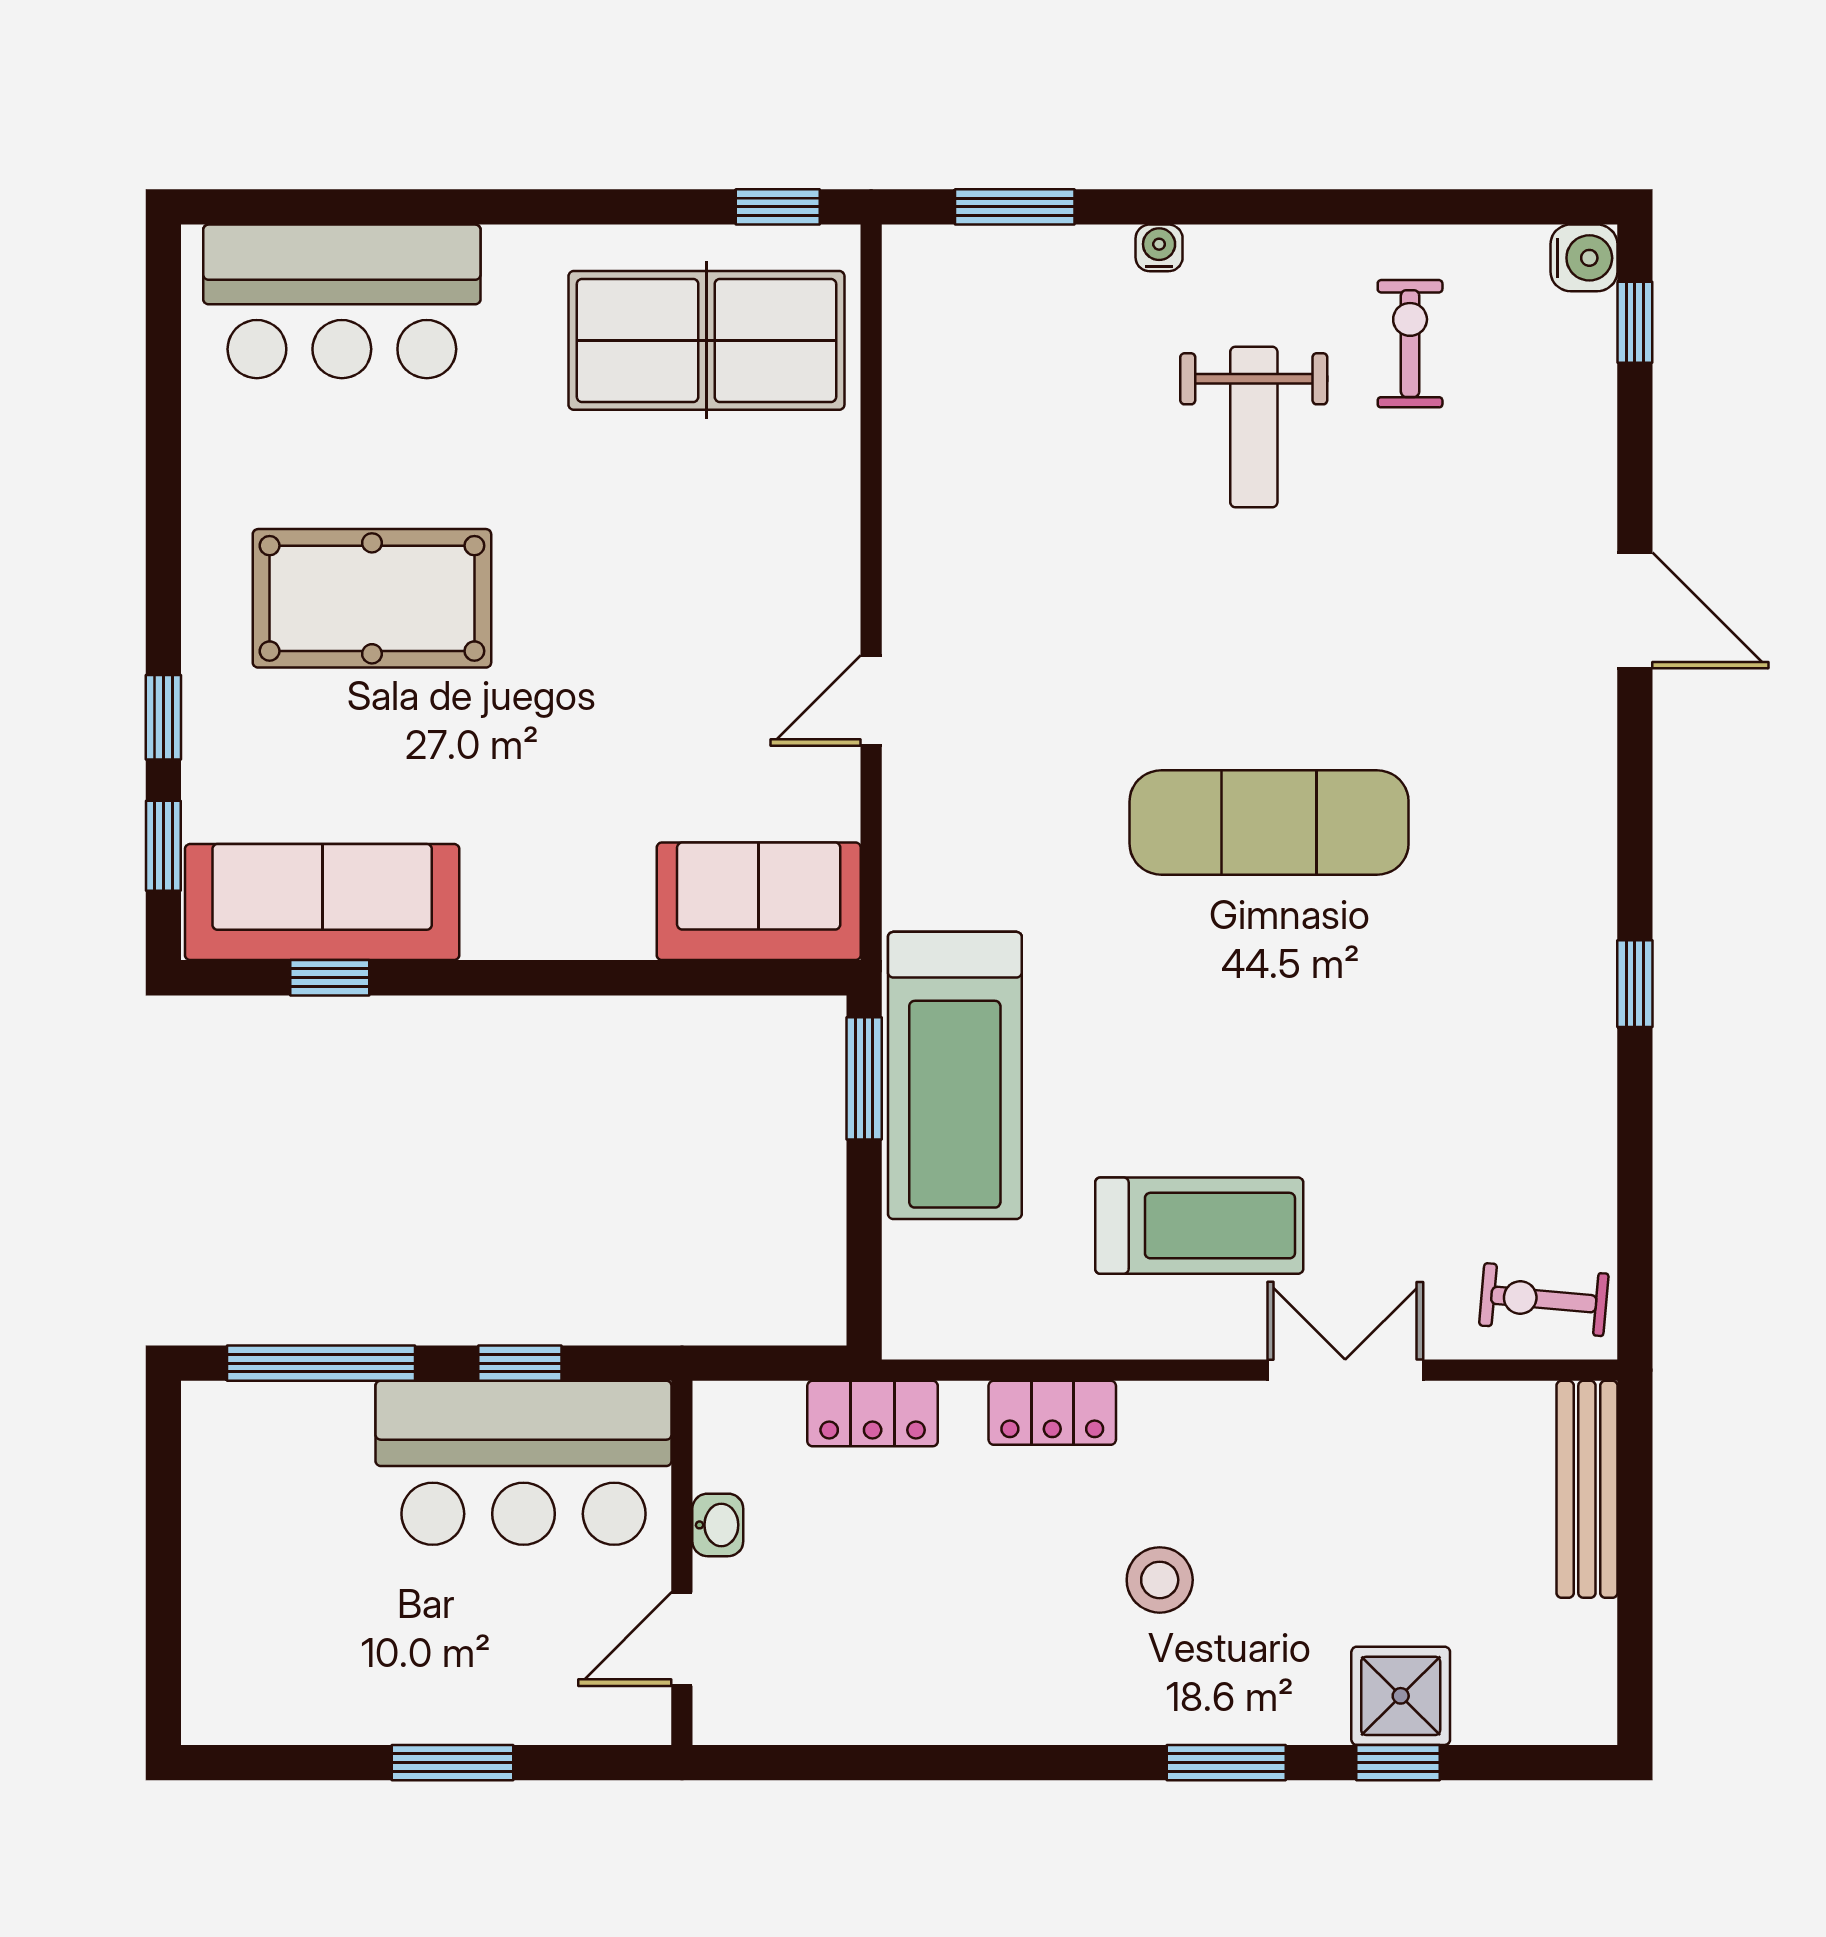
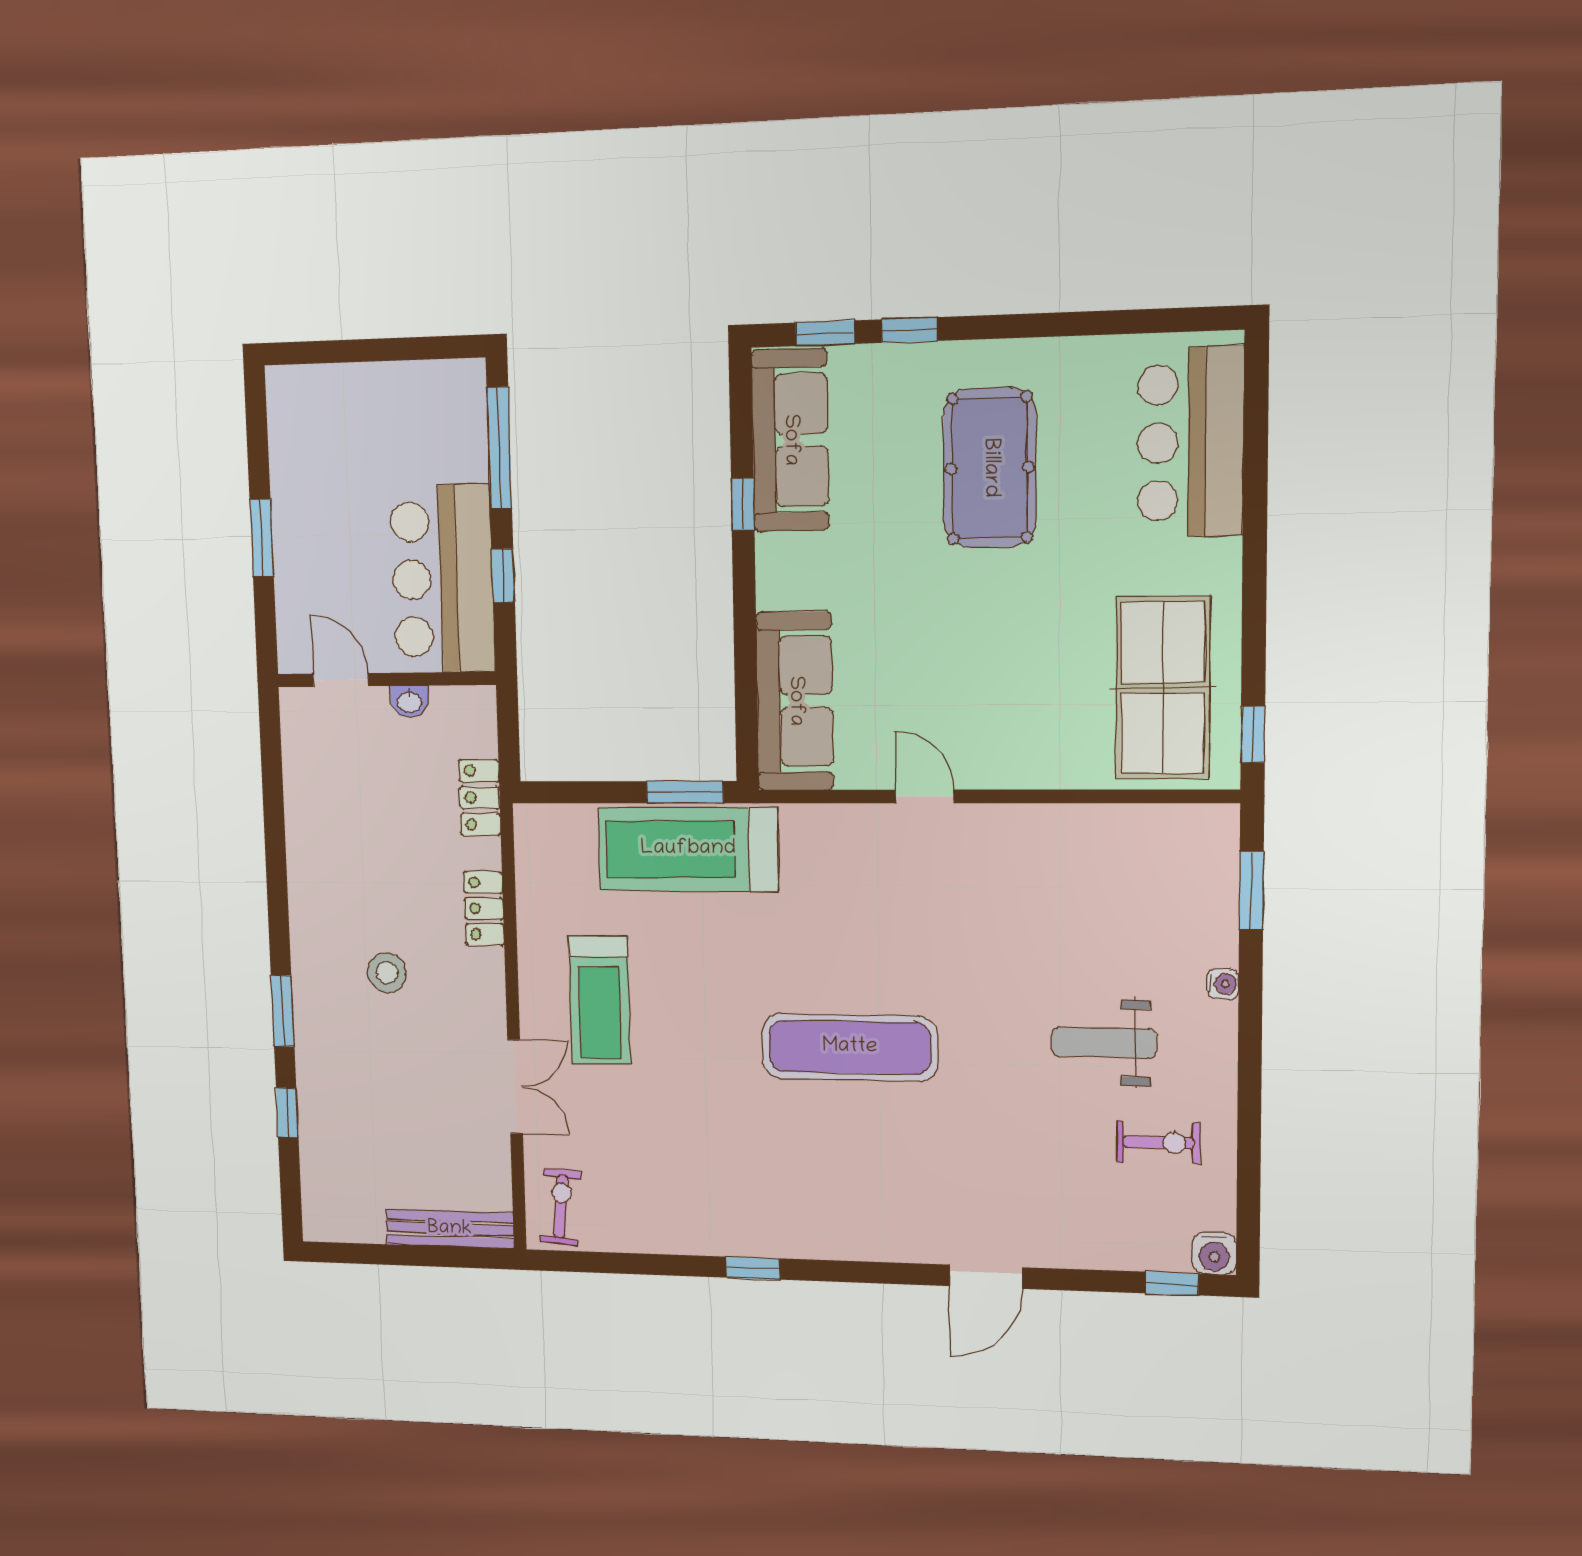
exercise mat: (1269, 823) -> (850, 1047), turned 90
sofa: (759, 901) -> (795, 701), width x1.36
window: (330, 978) -> (743, 504), moved
shower: (1401, 1696) -> (326, 1115), removed

